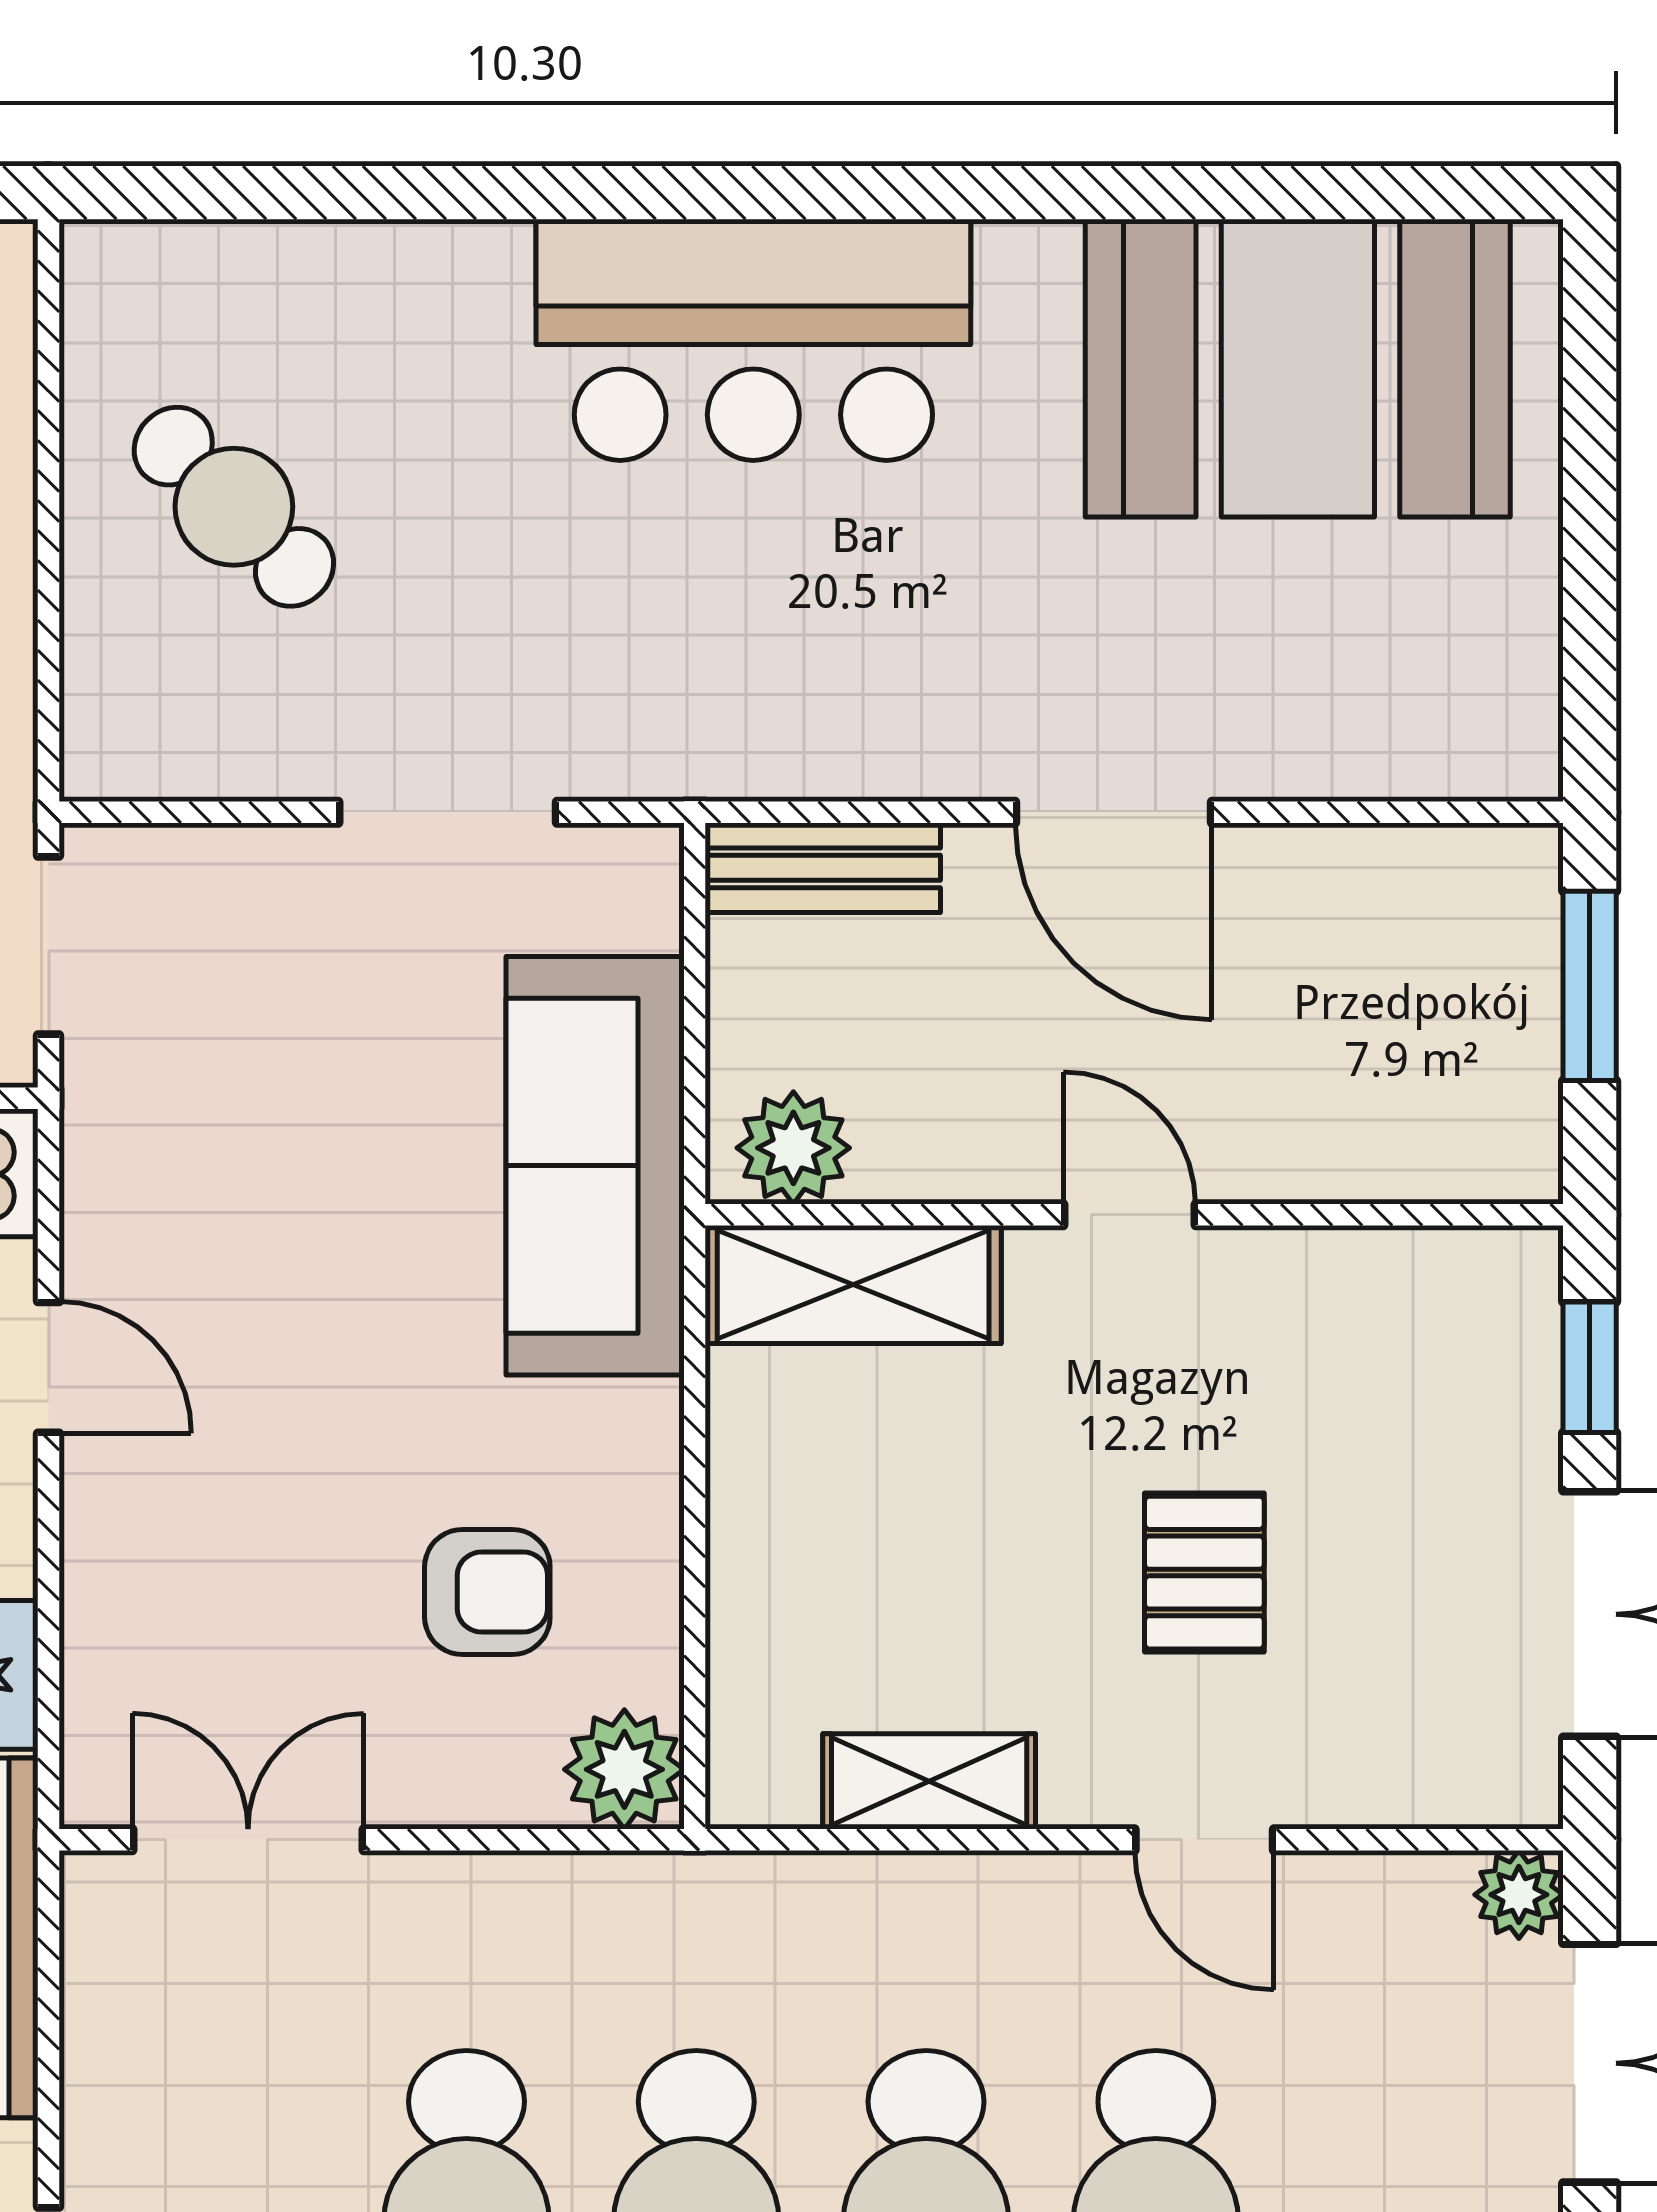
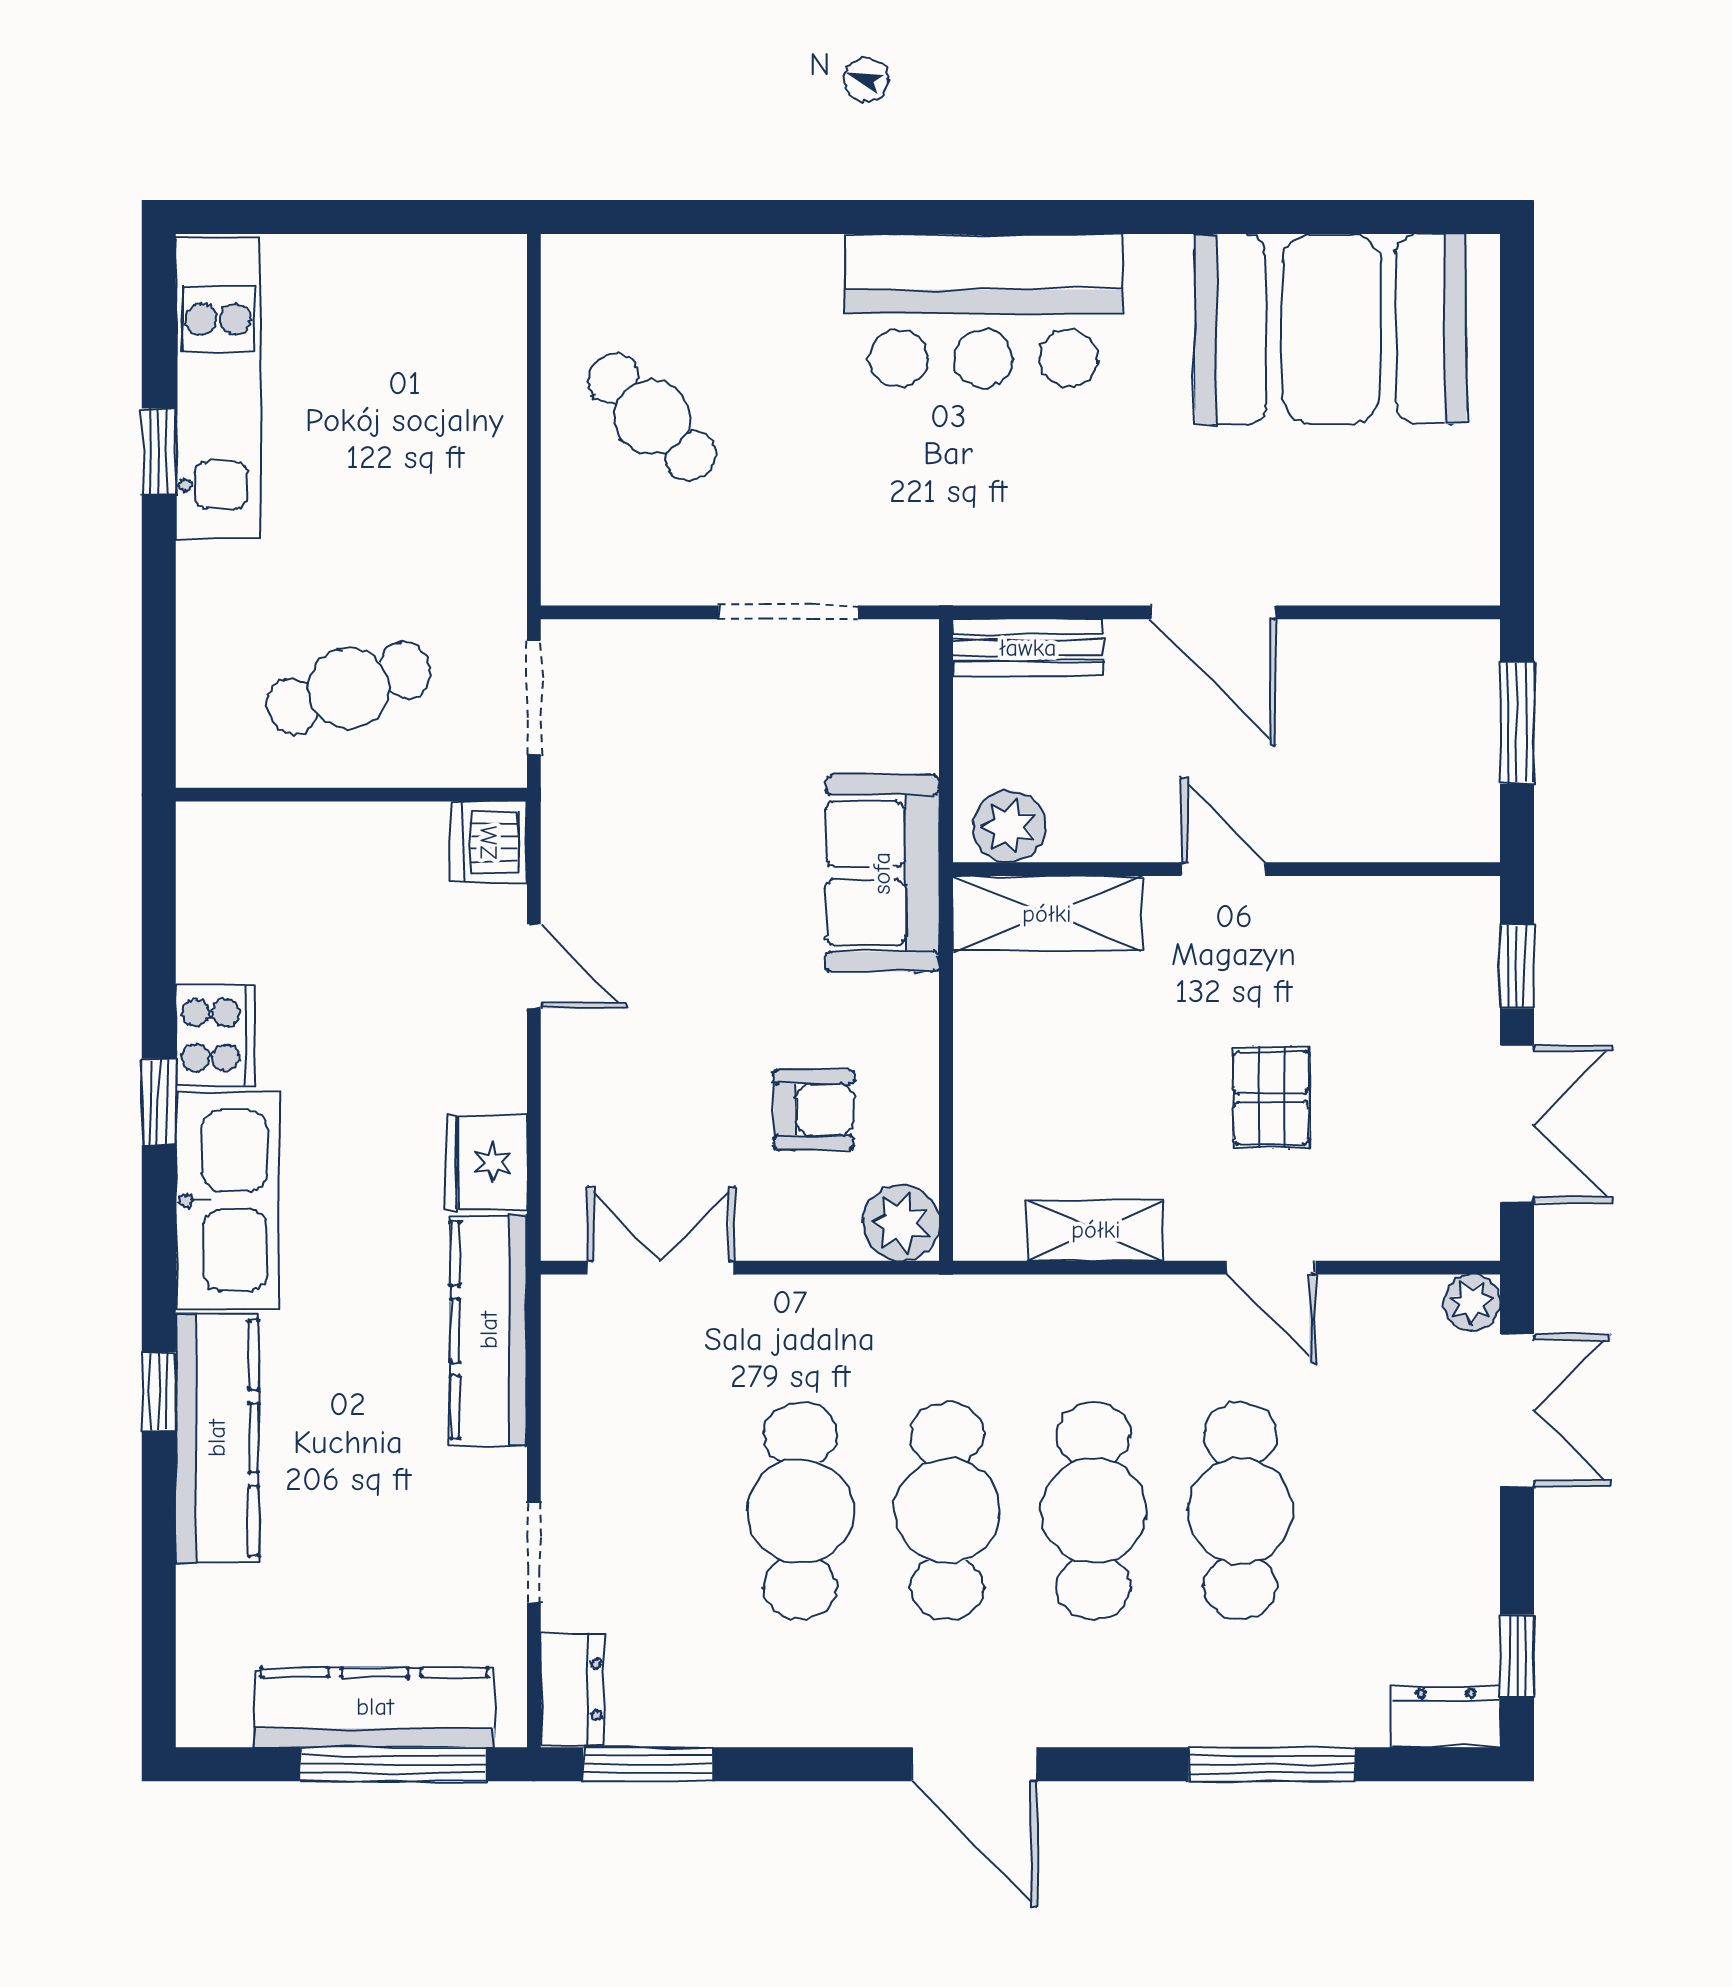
sofa: (595, 1166) -> (882, 873), width x0.73

